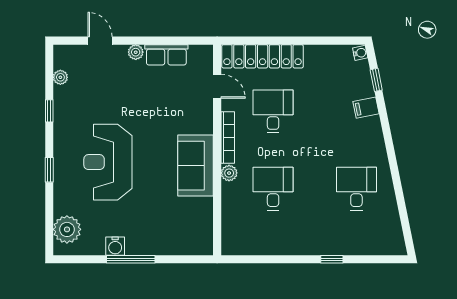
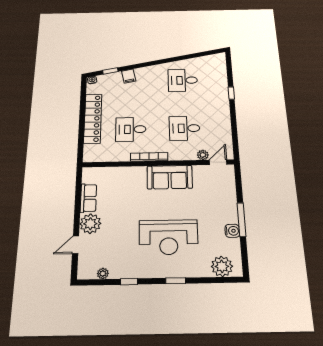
plant: (136, 52) -> (90, 224), width x1.88, depth x1.88
locker: (263, 56) -> (93, 118), moved
door: (217, 86) -> (218, 162), moved
plant: (229, 173) -> (203, 155), moved

